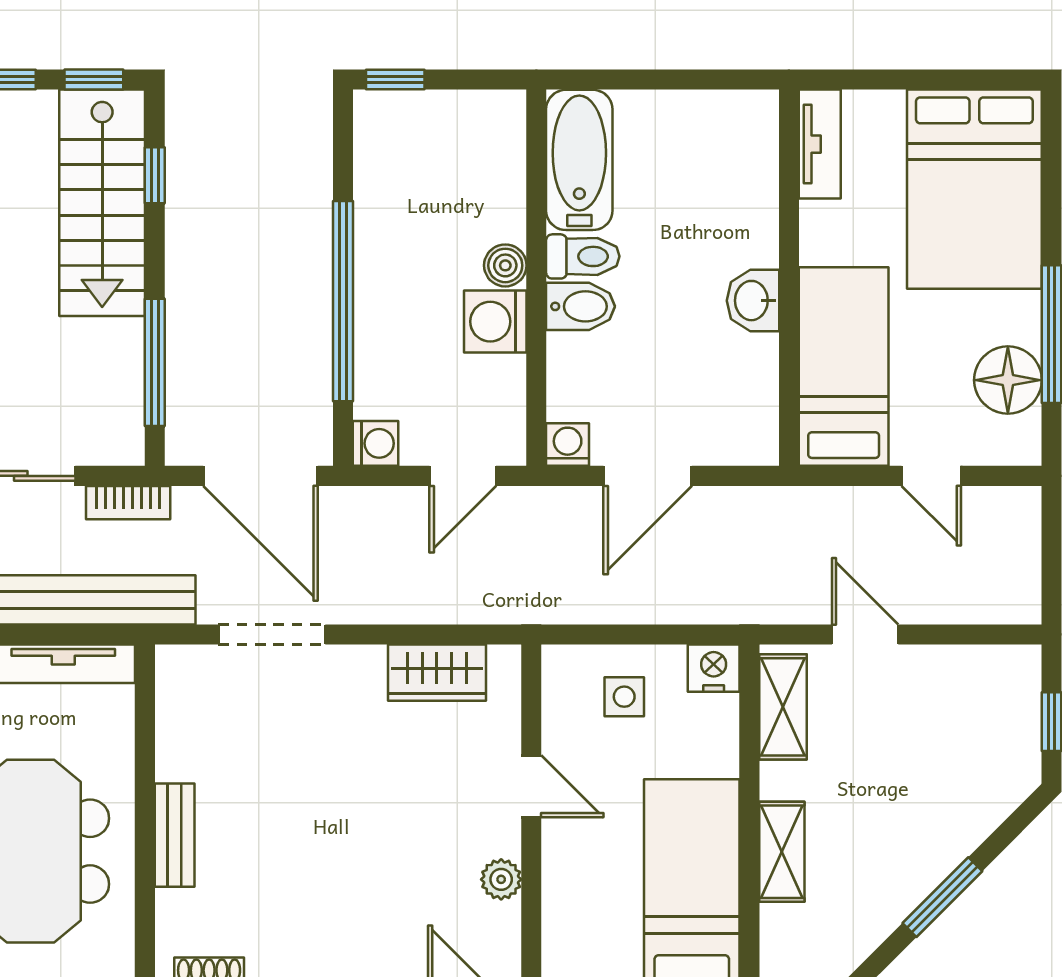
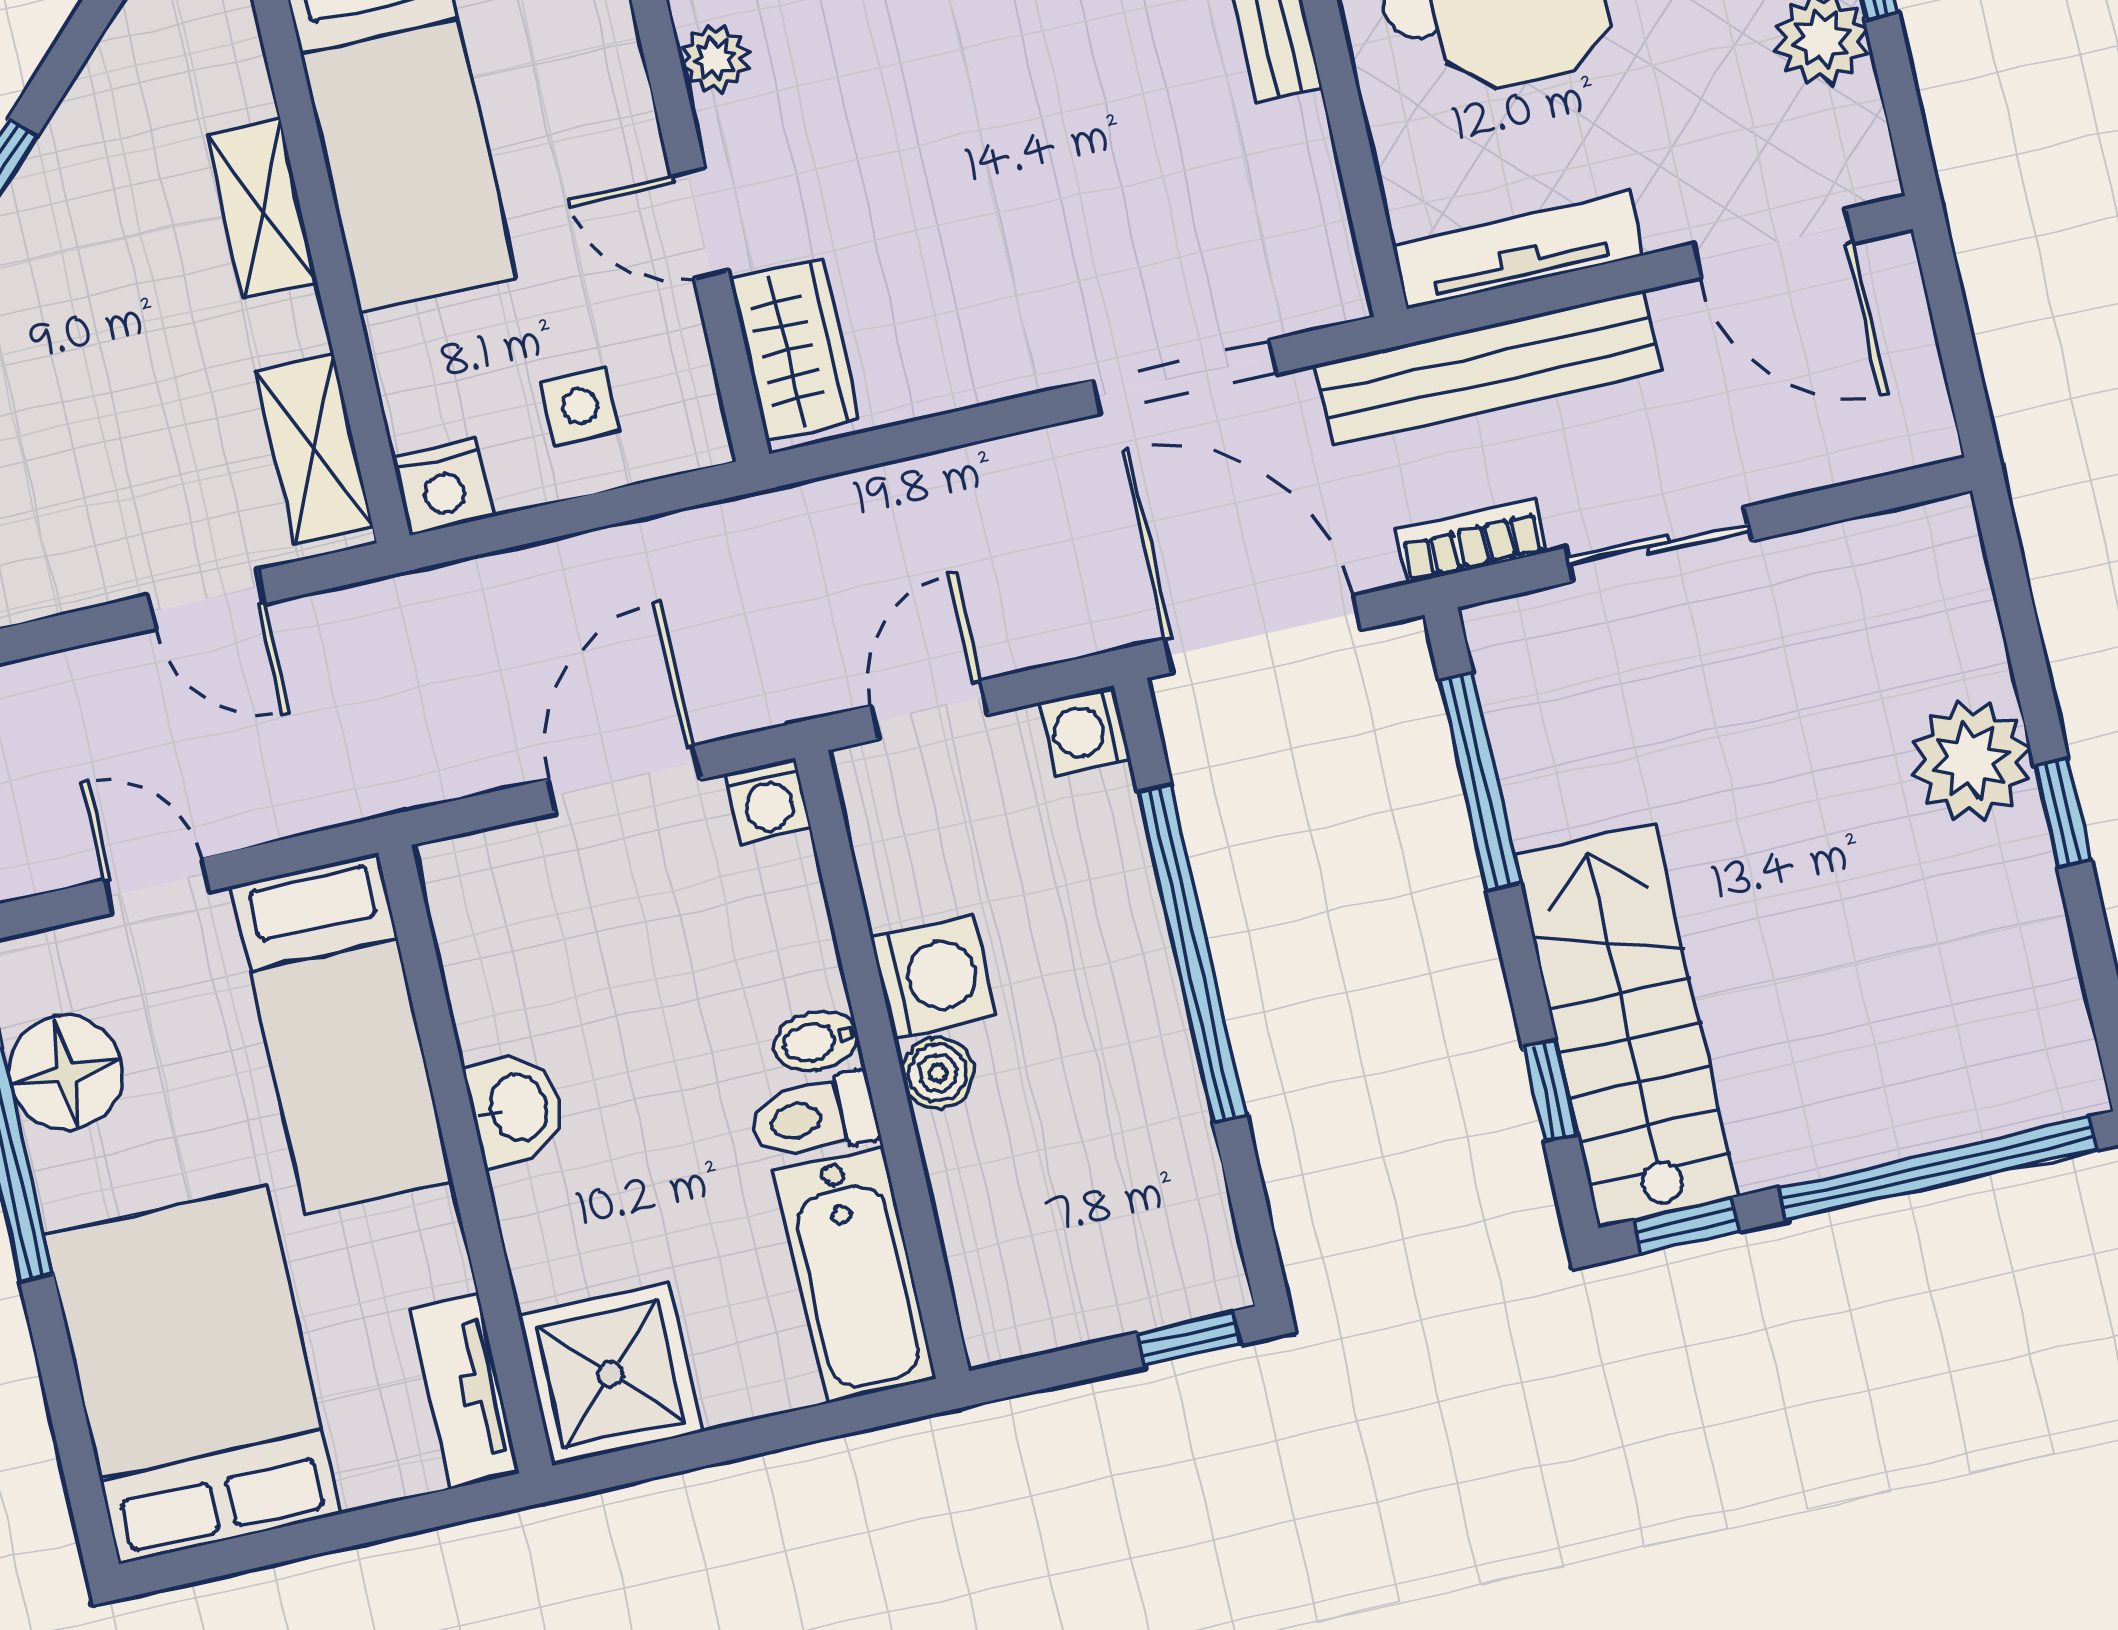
shower: (734, 135) -> (610, 1374), added
bidet: (581, 306) -> (816, 1041), width x0.72, depth x0.74
wardrobe: (437, 673) -> (795, 349), moved, turned 90

